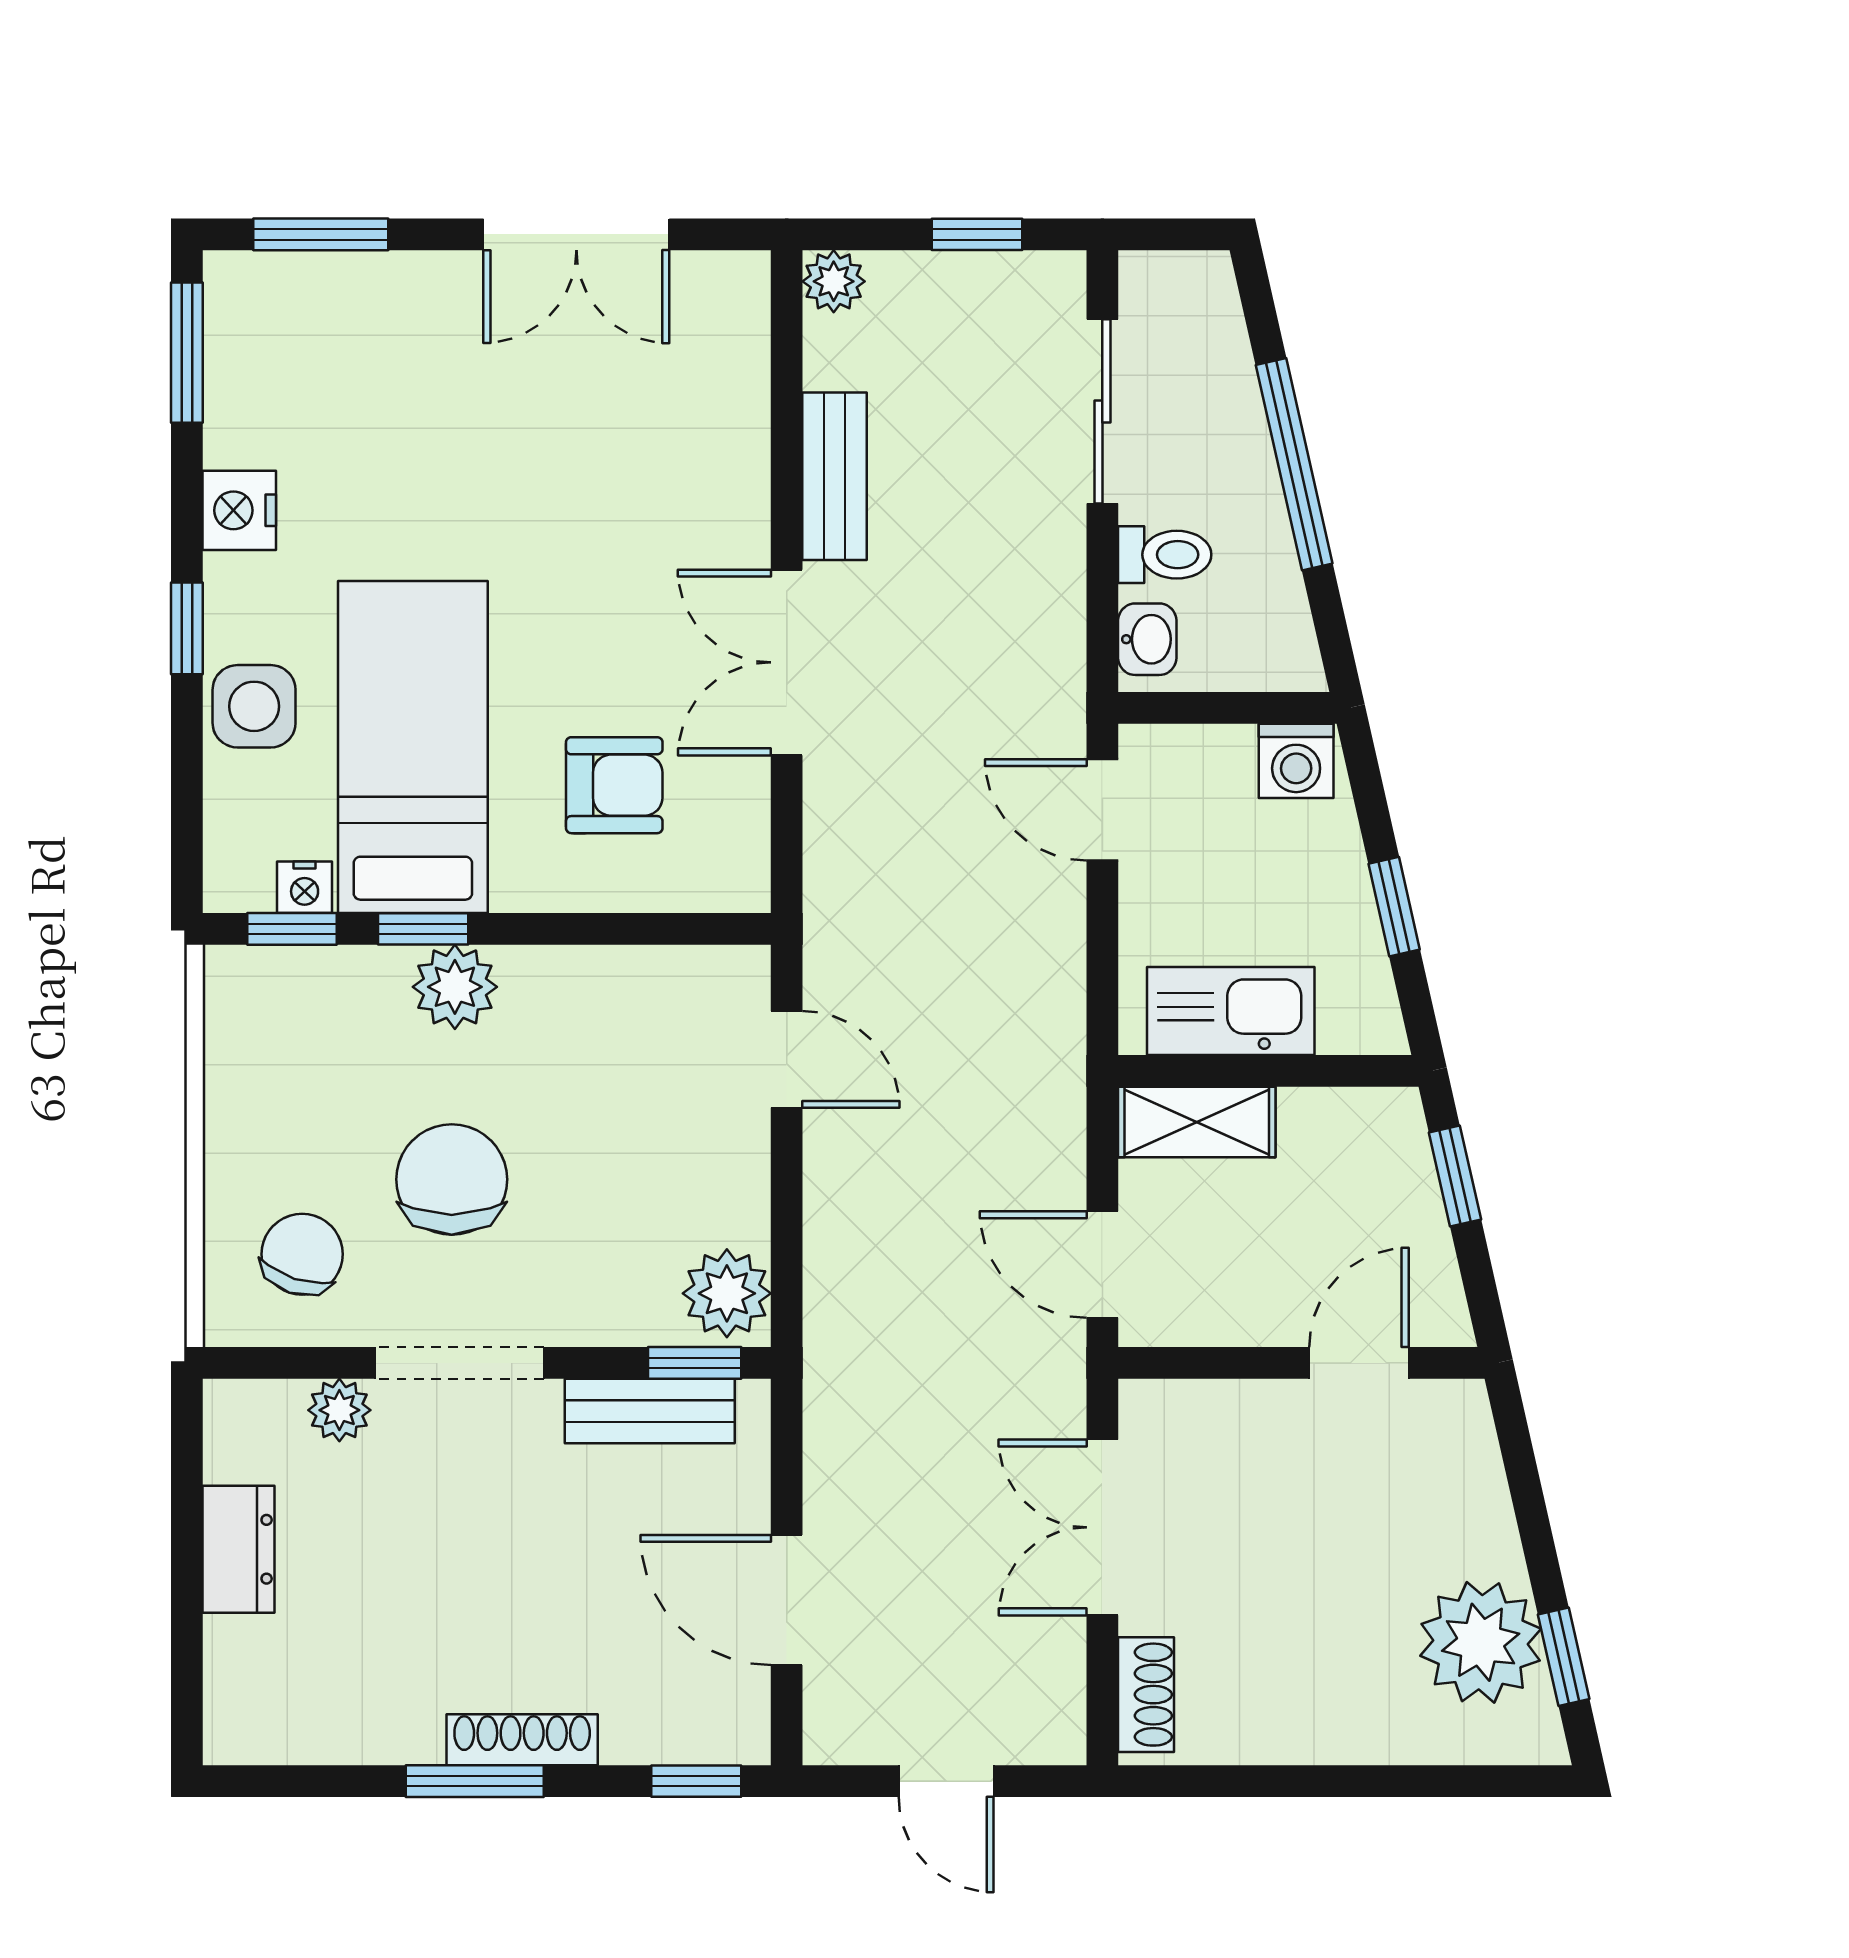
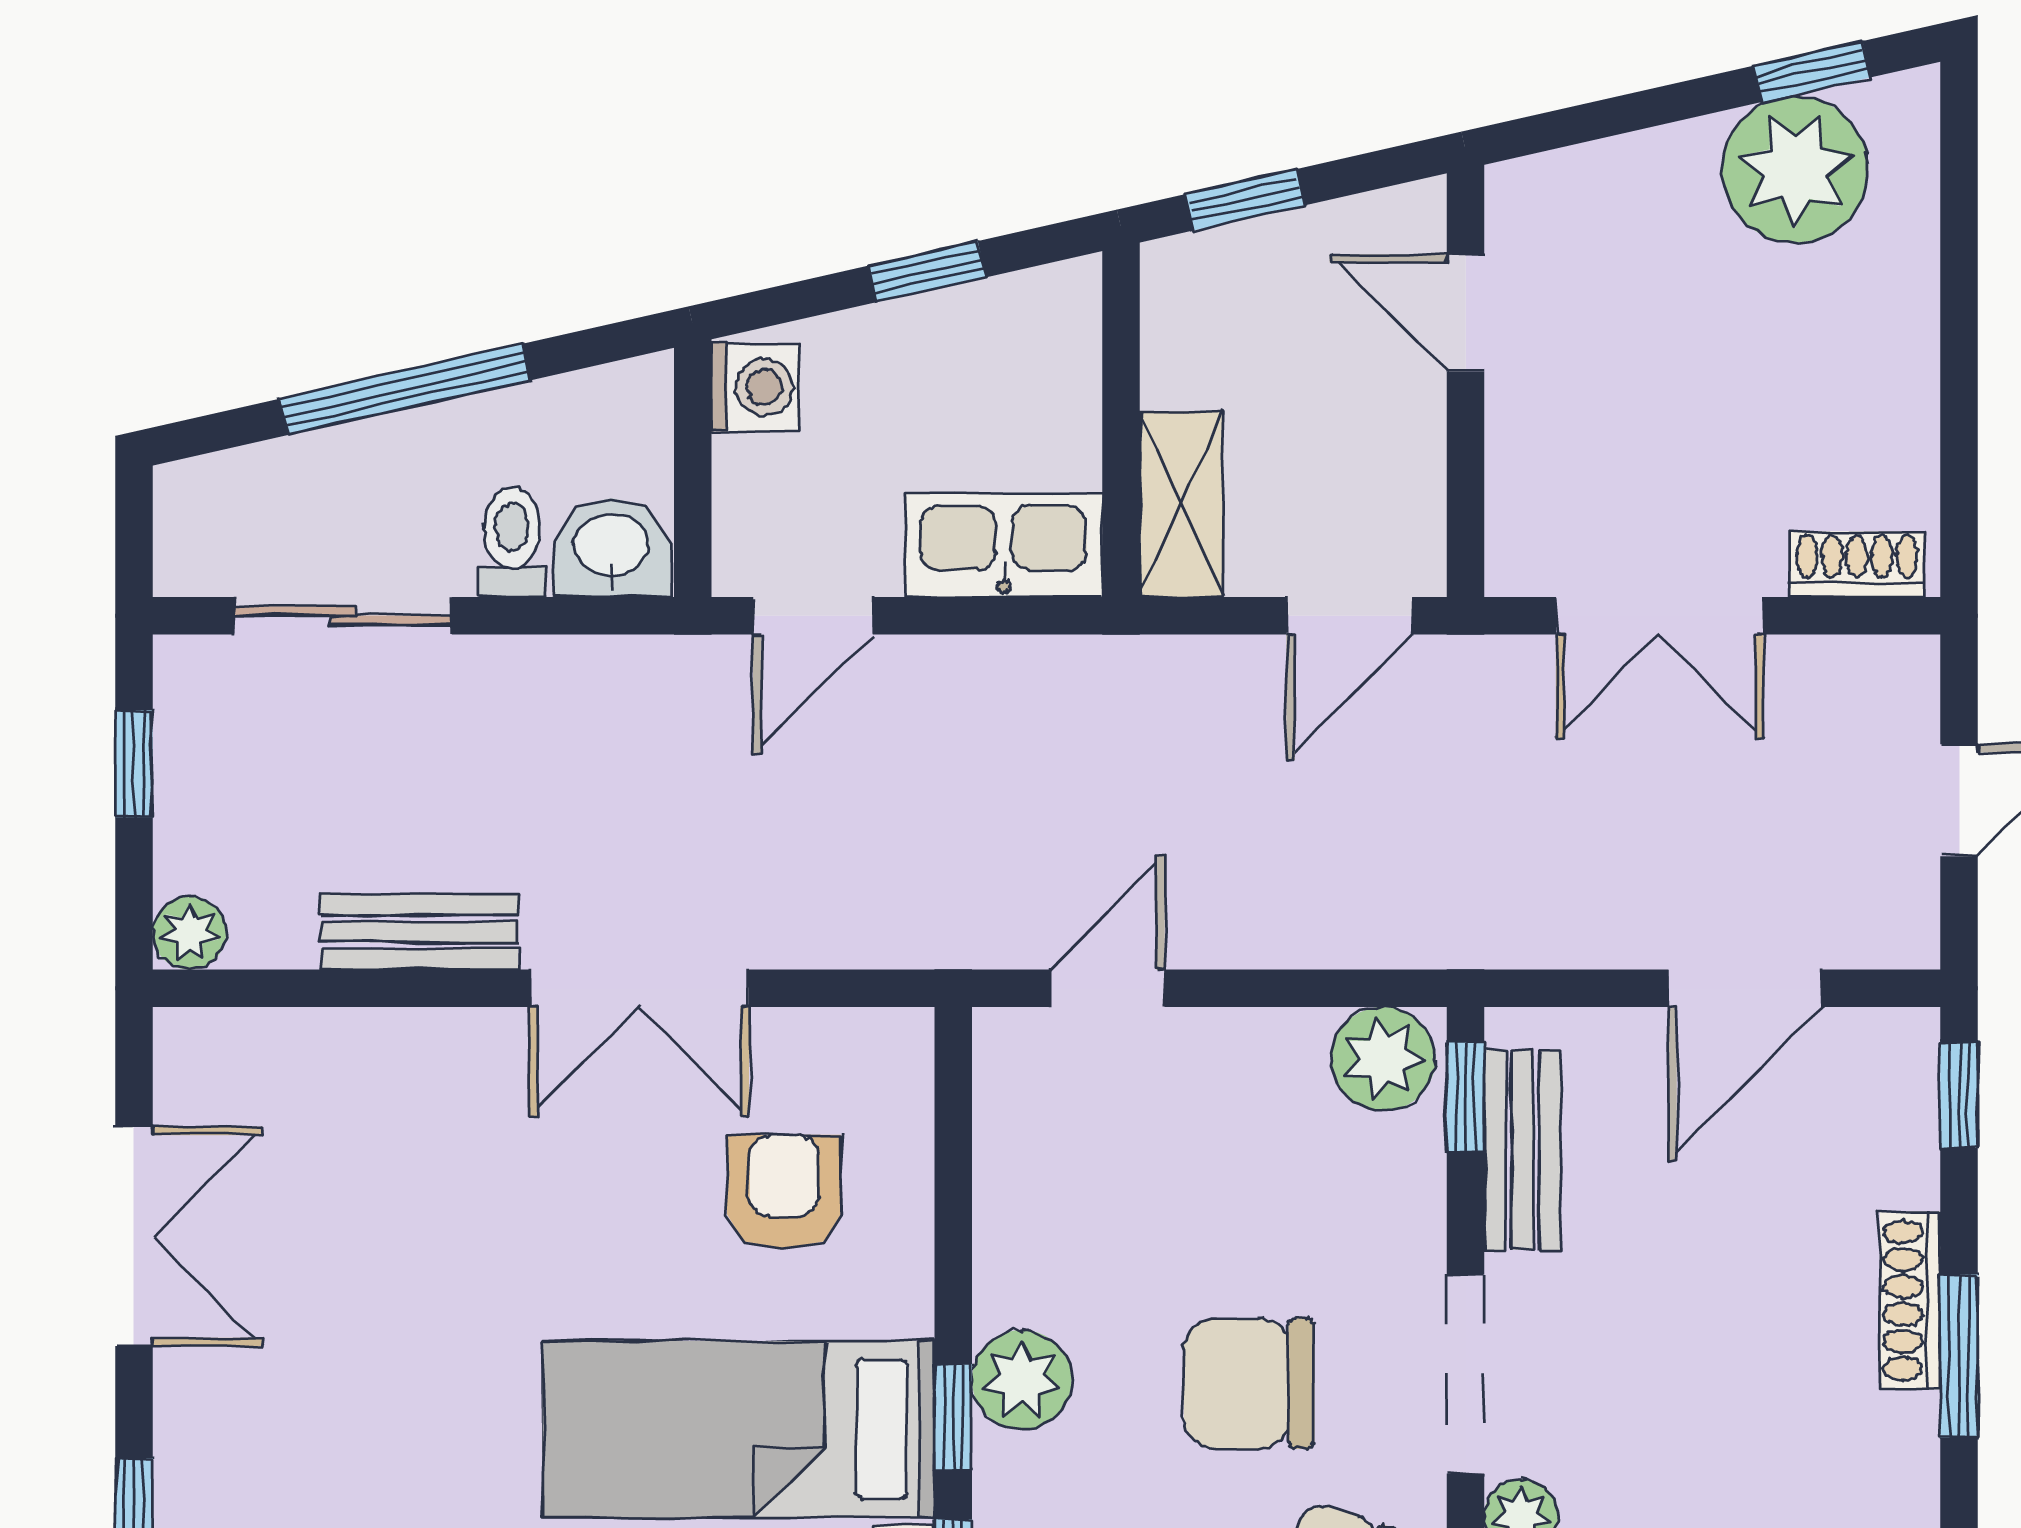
washbasin: (1147, 639) -> (612, 547), width x1.38, depth x1.45
kitchen sink: (1231, 1011) -> (1004, 545), moved, turned 90

